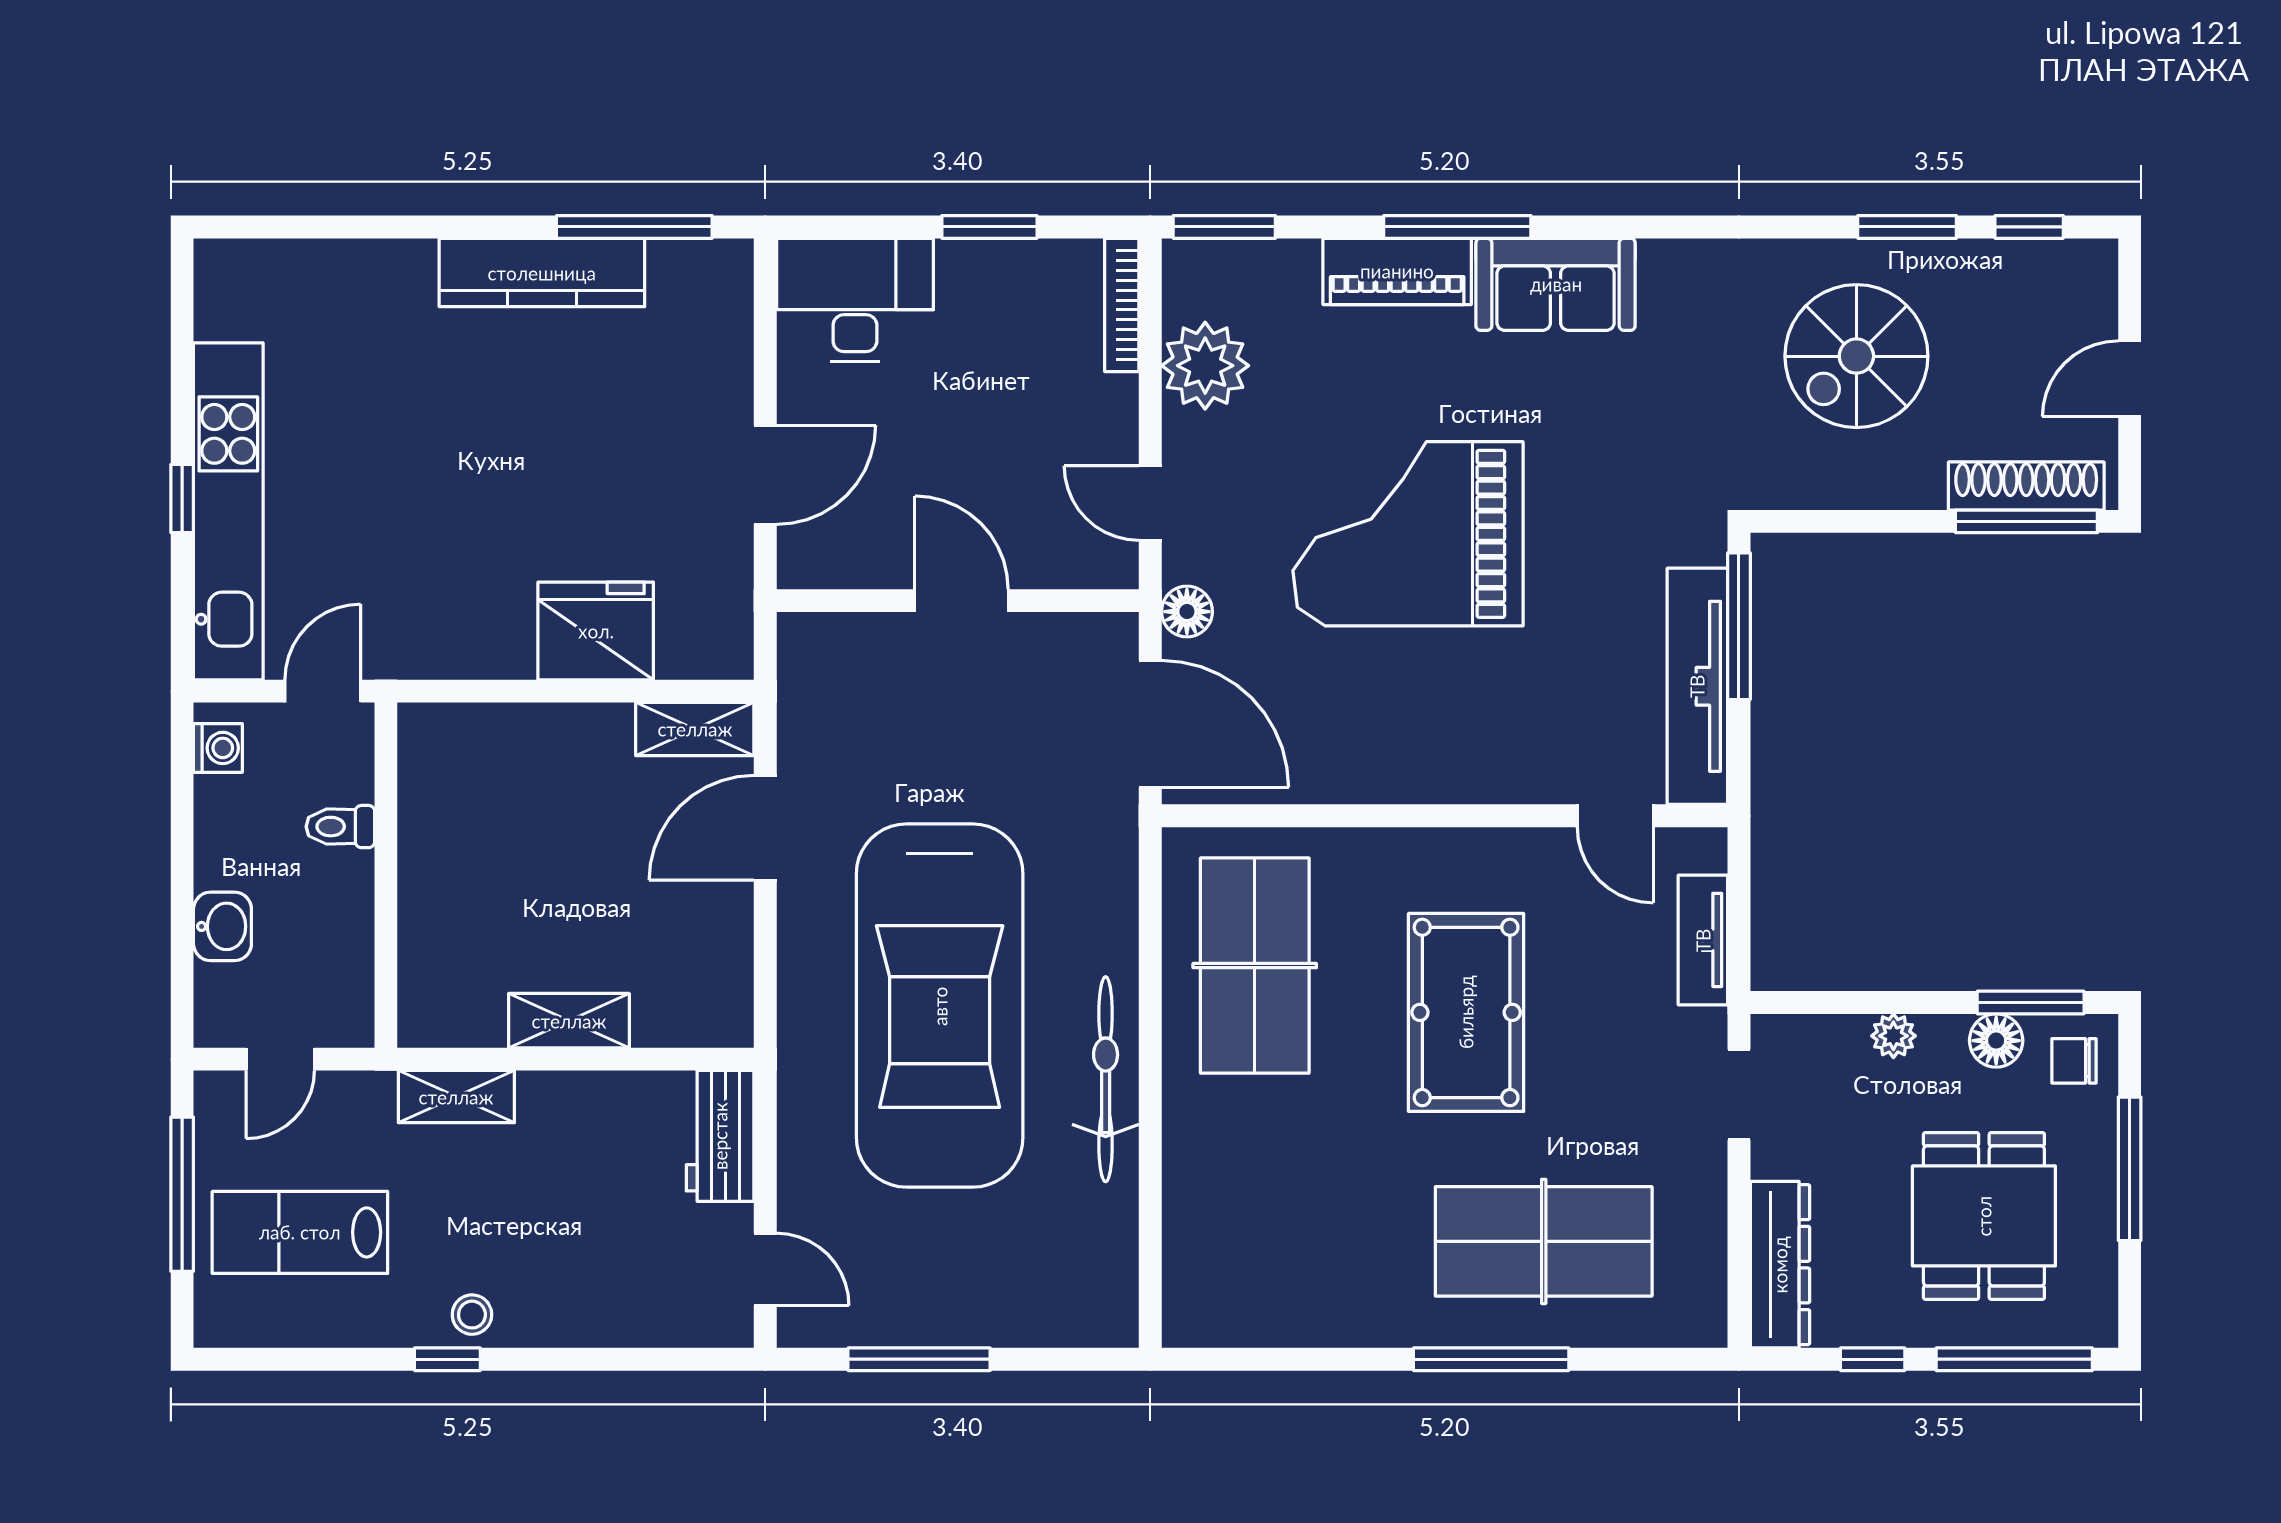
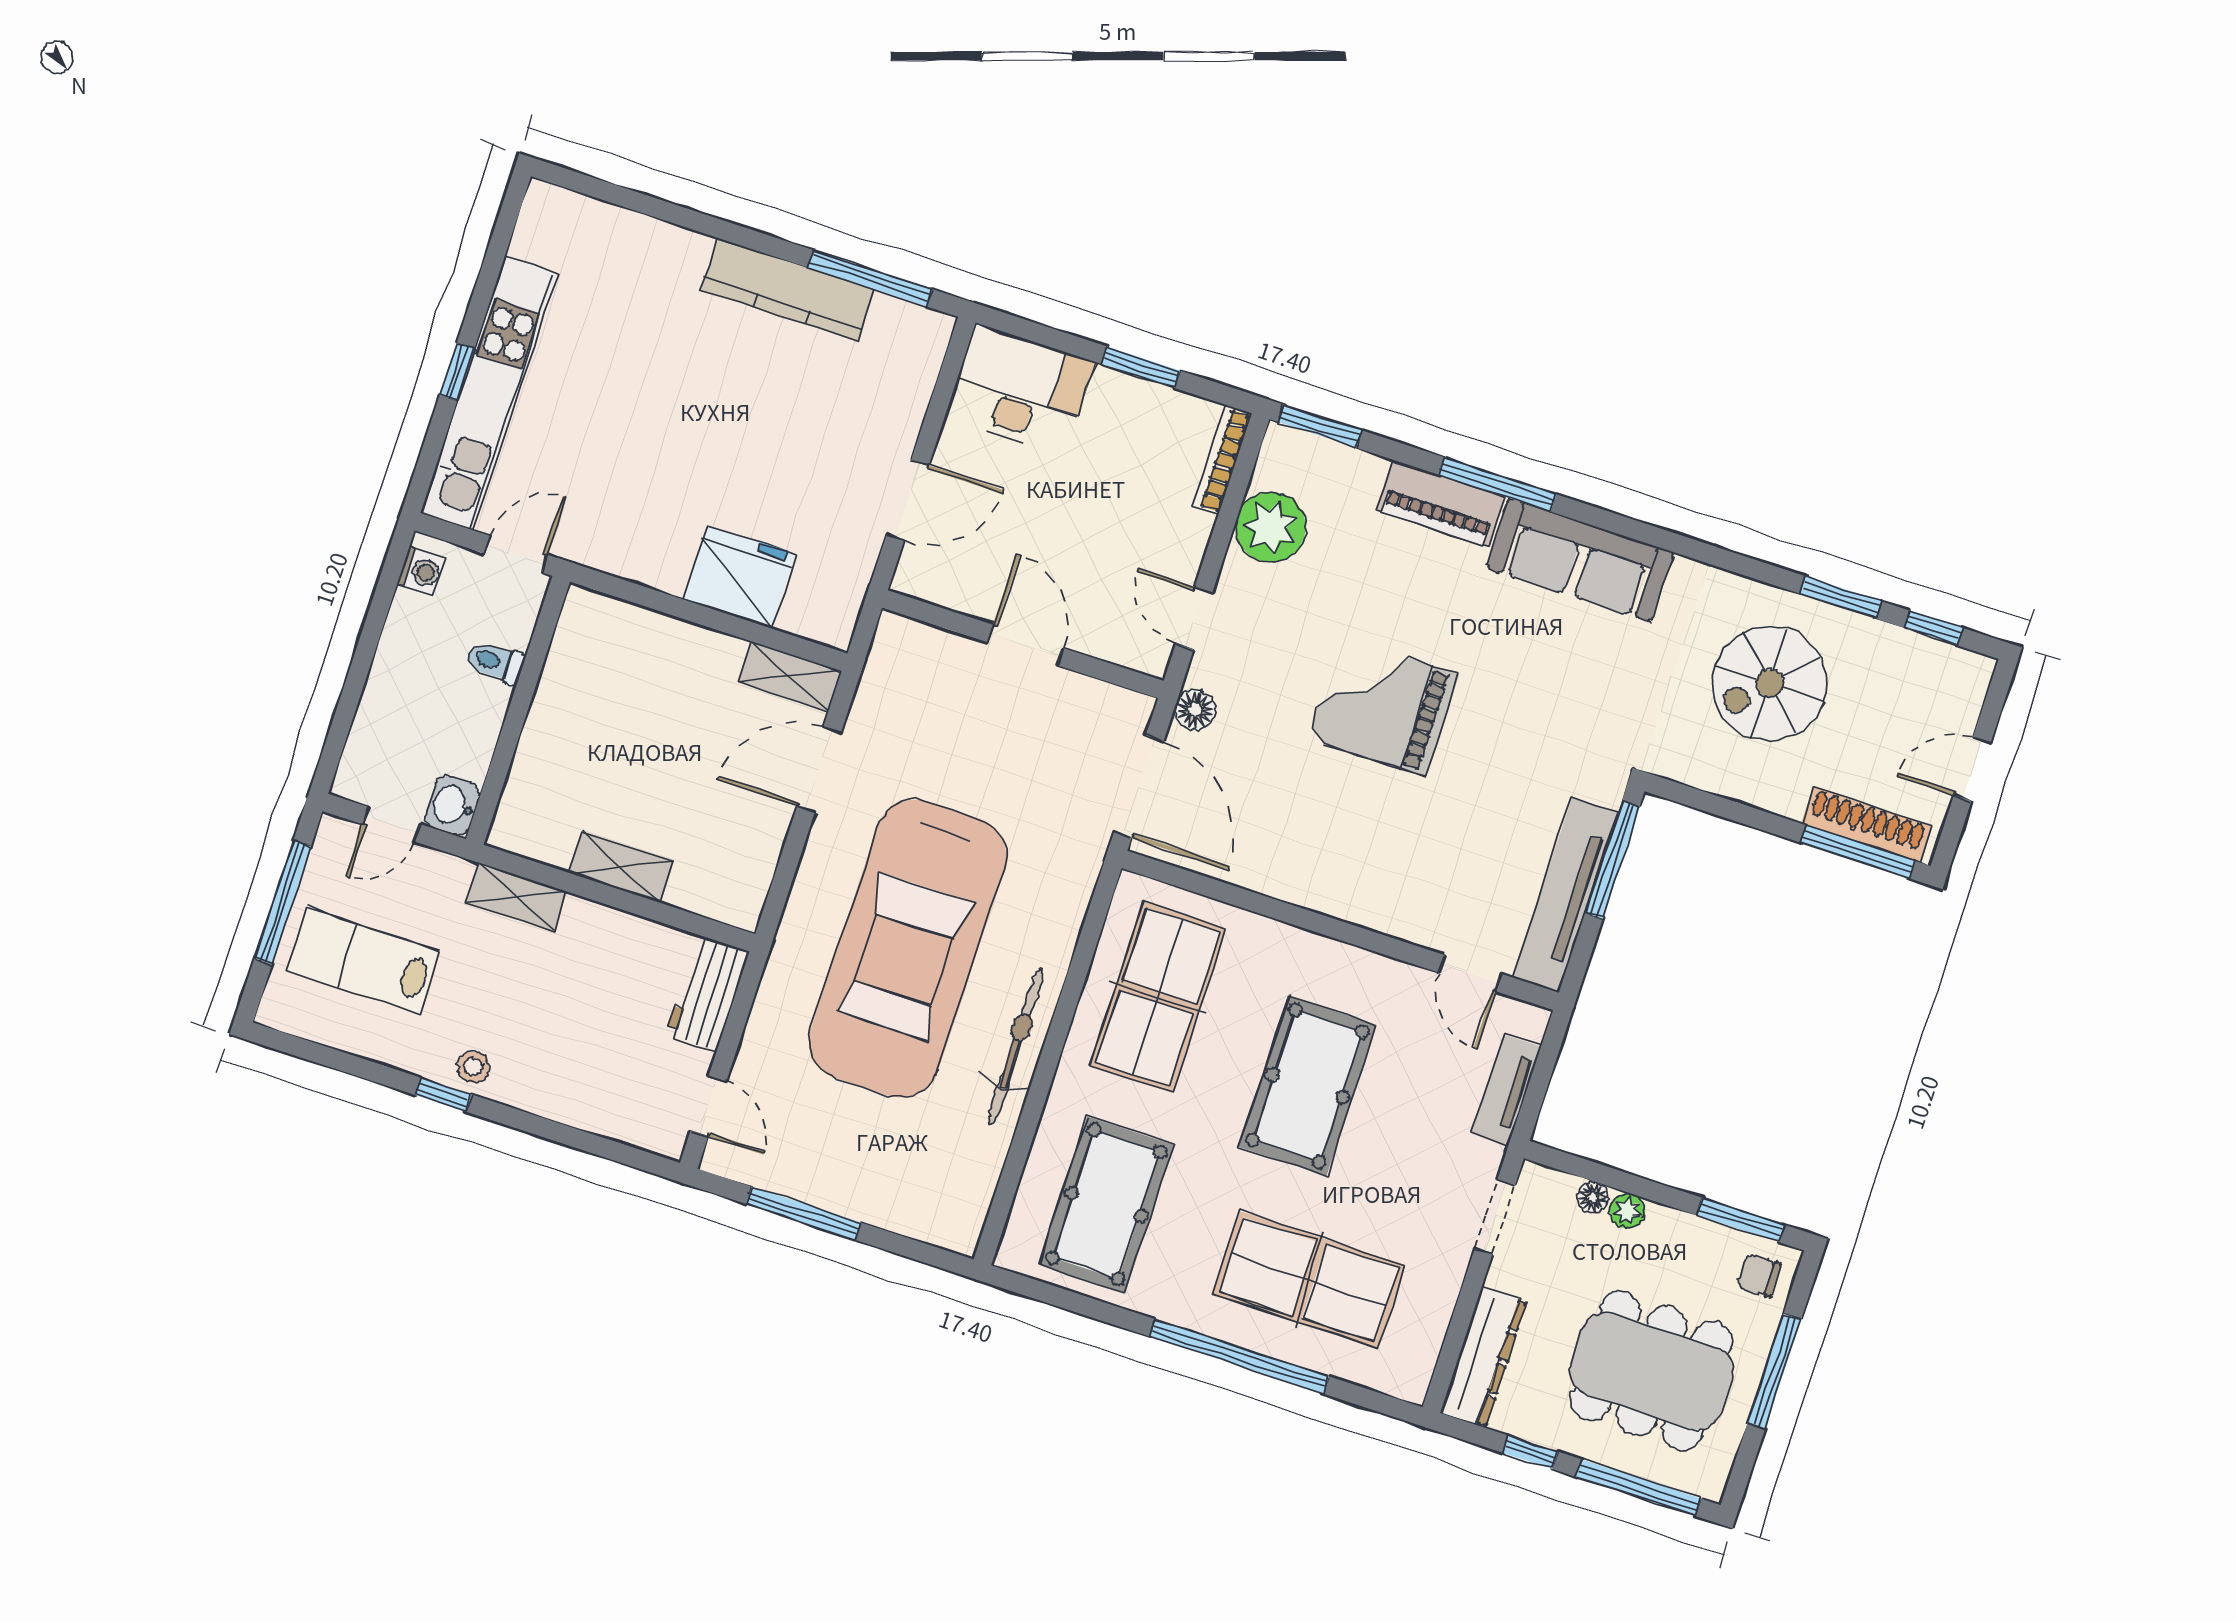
sofa: (1556, 284) -> (1580, 560), width x1.36
grand piano: (1408, 534) -> (1383, 706), width x0.73, depth x0.68
washbasin: (222, 926) -> (453, 806), moved, turned 180
floor lamp: (1996, 1041) -> (1593, 1197), moved, width x0.73, depth x0.73
dining table: (1984, 1216) -> (1651, 1371), width x1.38
pool table: (1274, 1231) -> (1106, 1205), added
window: (1491, 1359) -> (1240, 1357), width x1.46

